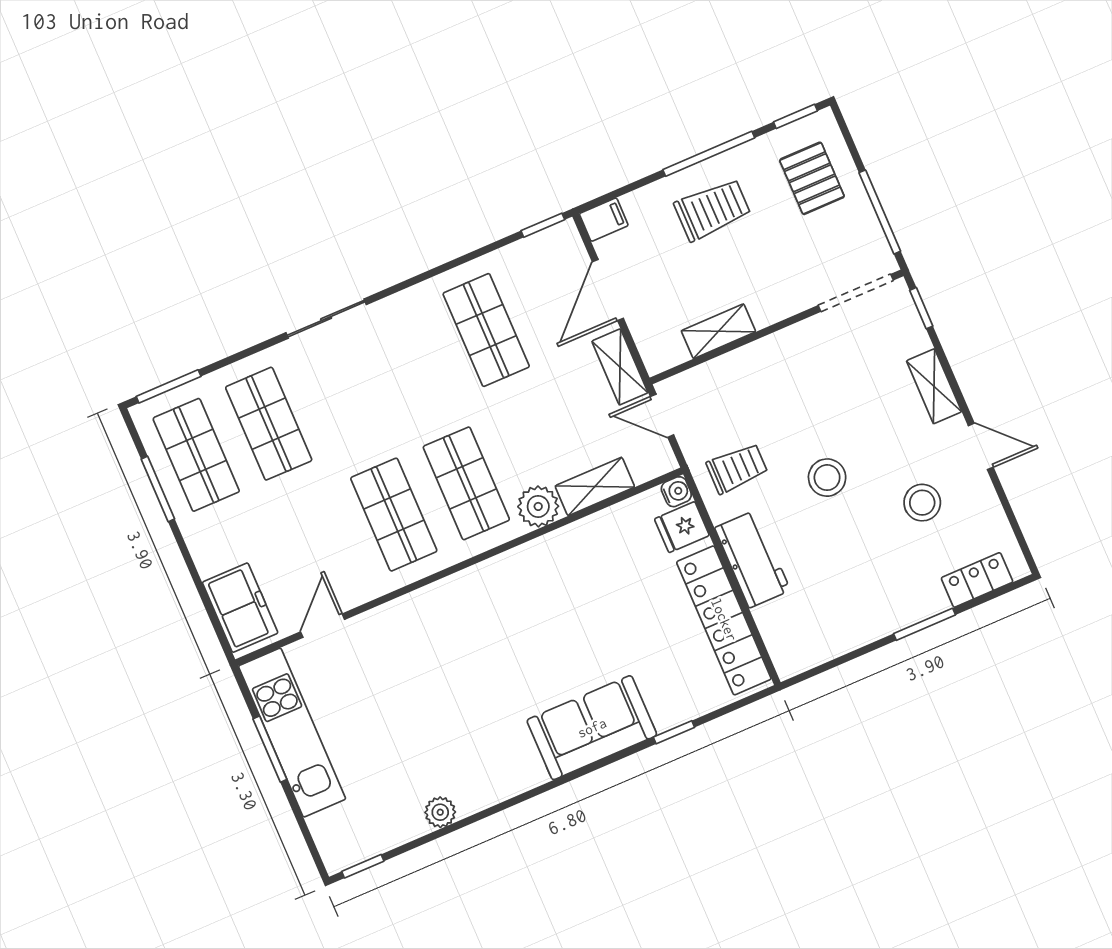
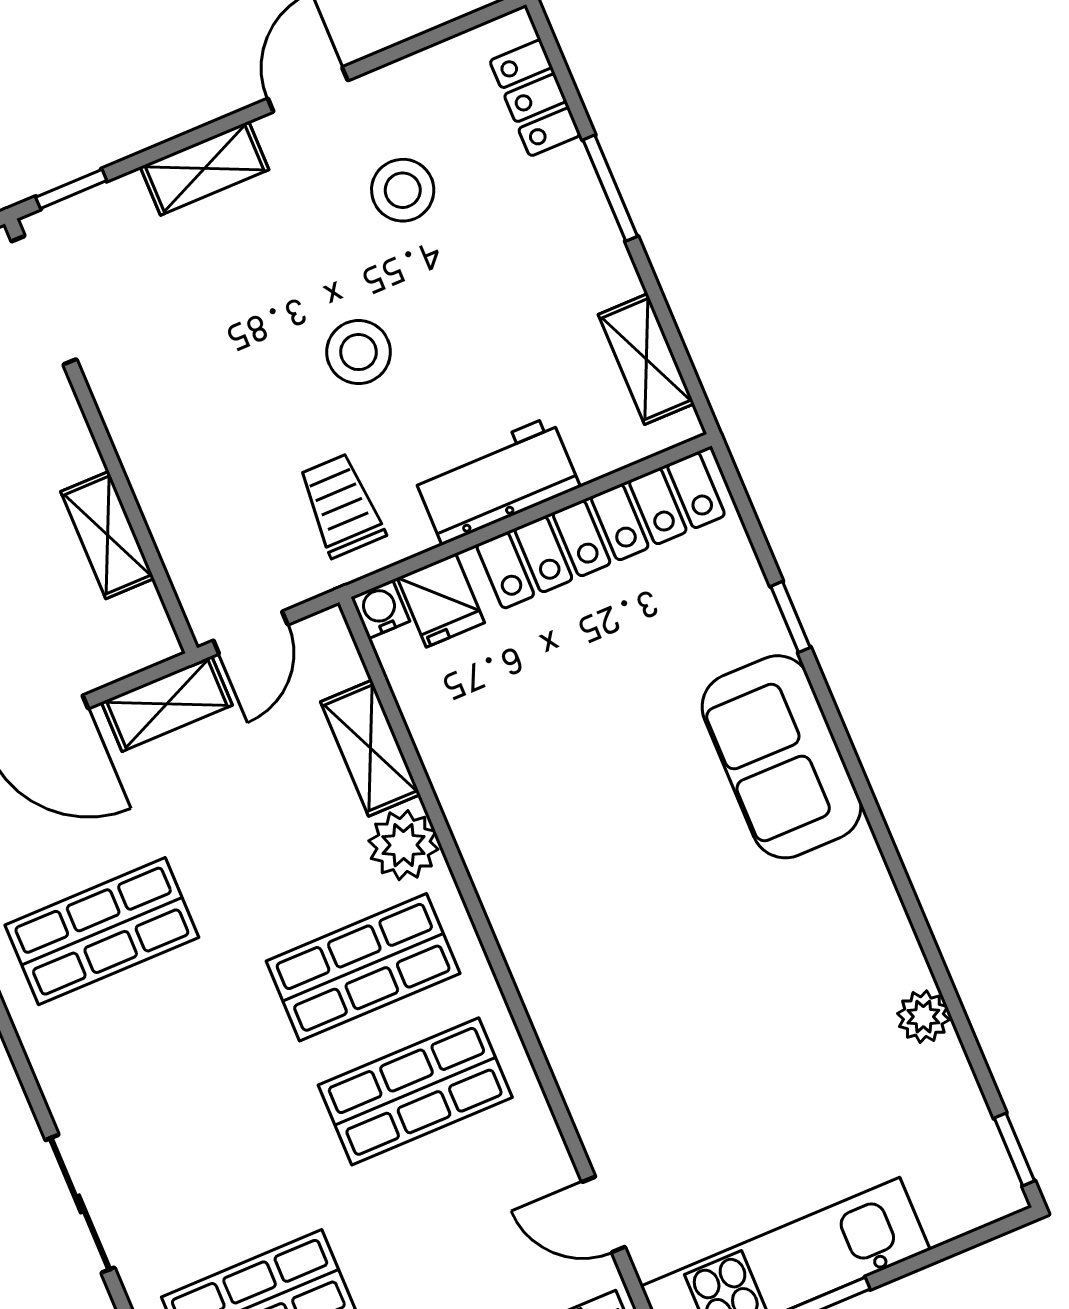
shelving: (824, 646) -> (646, 359), added

